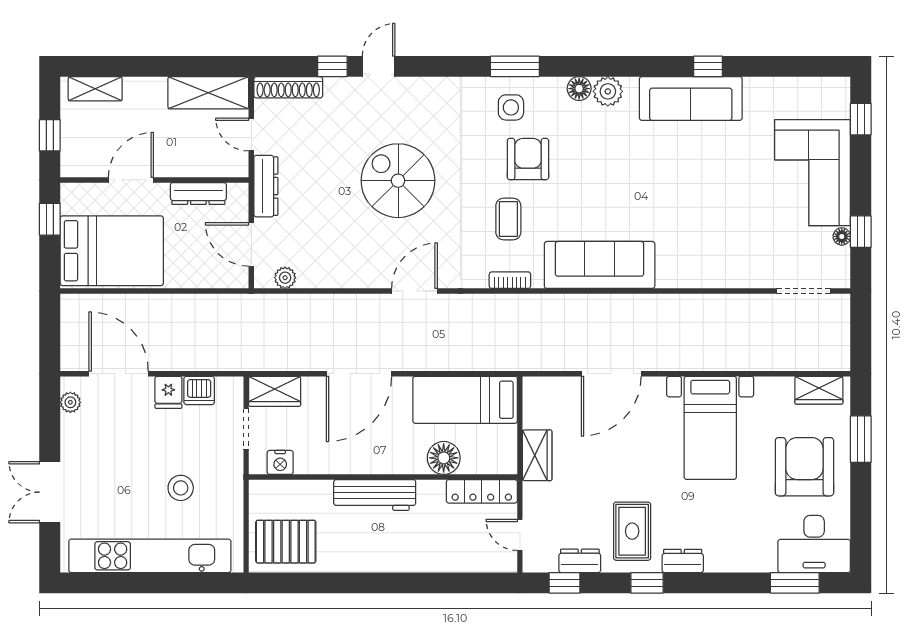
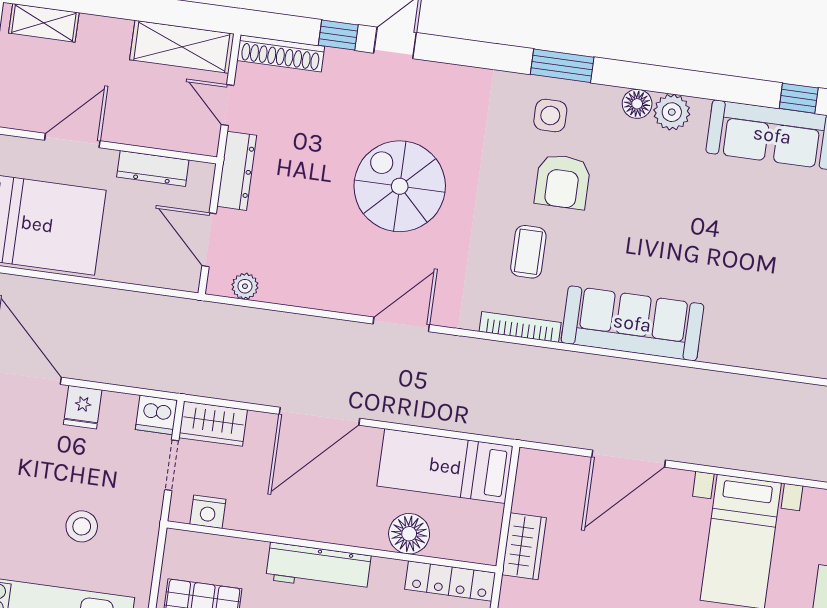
armchair: (528, 159) -> (563, 182), turned 180
bookcase: (510, 280) -> (520, 327), width x1.56
dishwasher: (199, 390) -> (156, 415), moved

